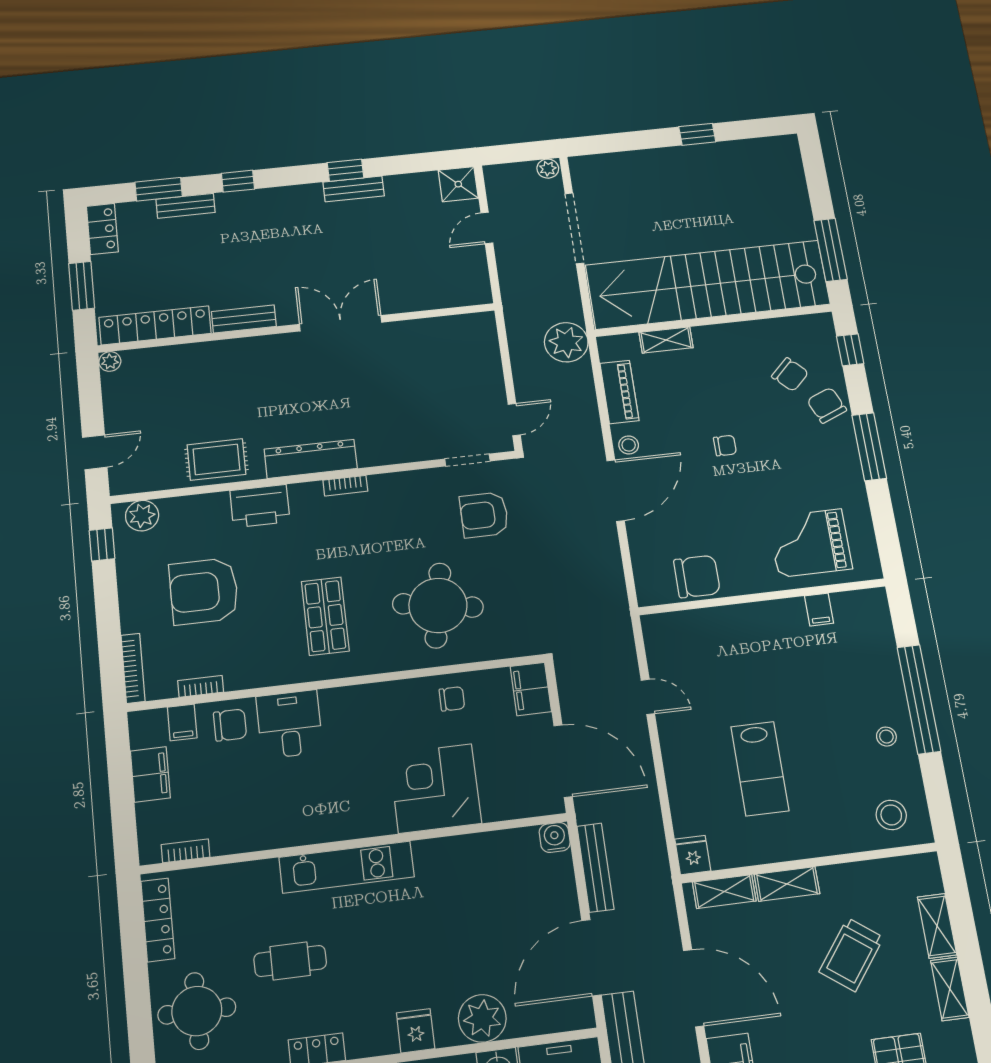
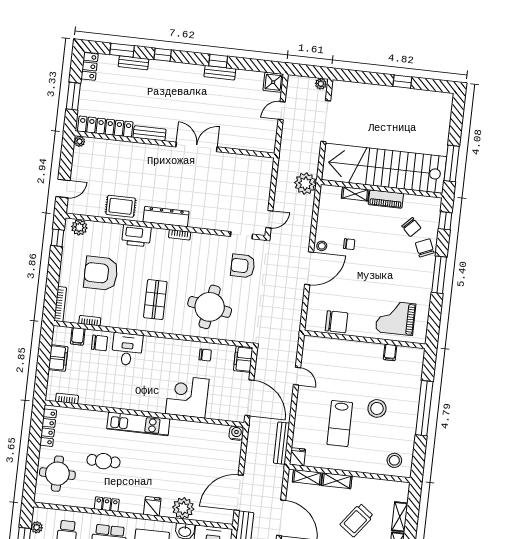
piano: (619, 392) -> (386, 199), moved, turned 90
chair: (725, 446) -> (349, 244), moved
stool: (886, 737) -> (377, 408), moved, width x1.89, depth x1.89
bench: (595, 868) -> (282, 443), moved

